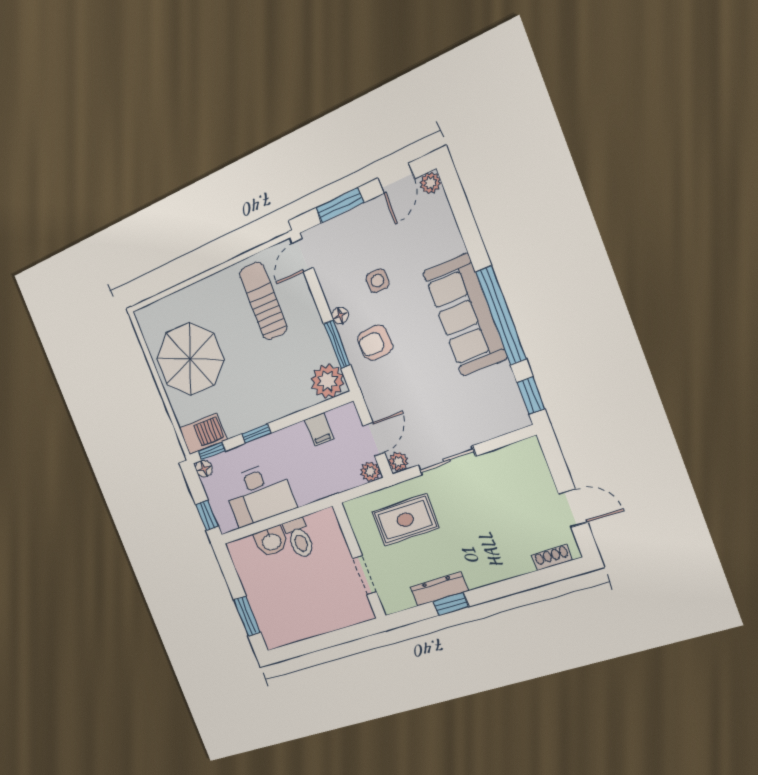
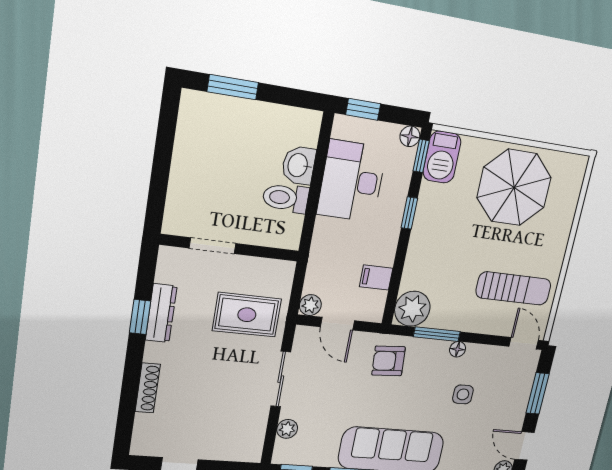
armchair: (375, 343) -> (388, 361), moved, turned -90
plant: (398, 462) -> (287, 429), moved
rug: (405, 520) -> (247, 315), turned 90
shoe rack: (552, 558) -> (148, 388), moved, width x1.43

